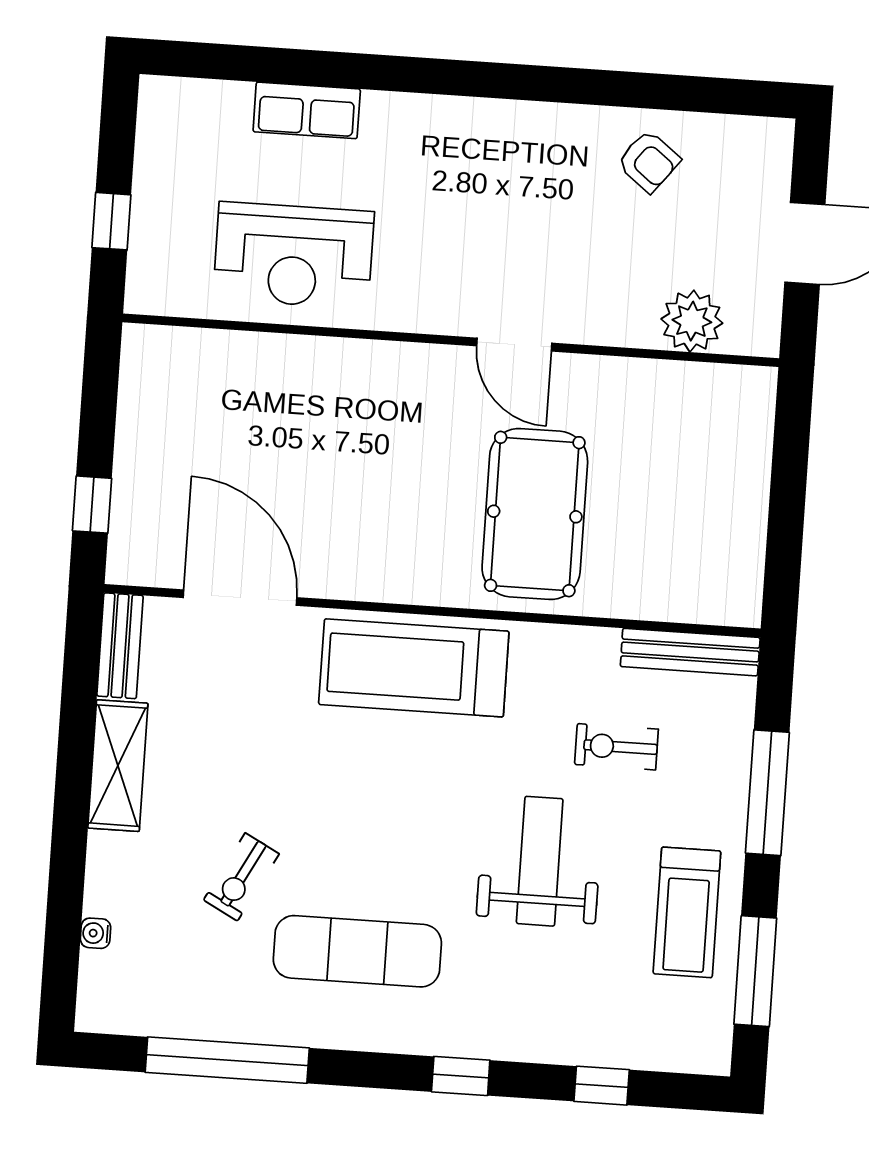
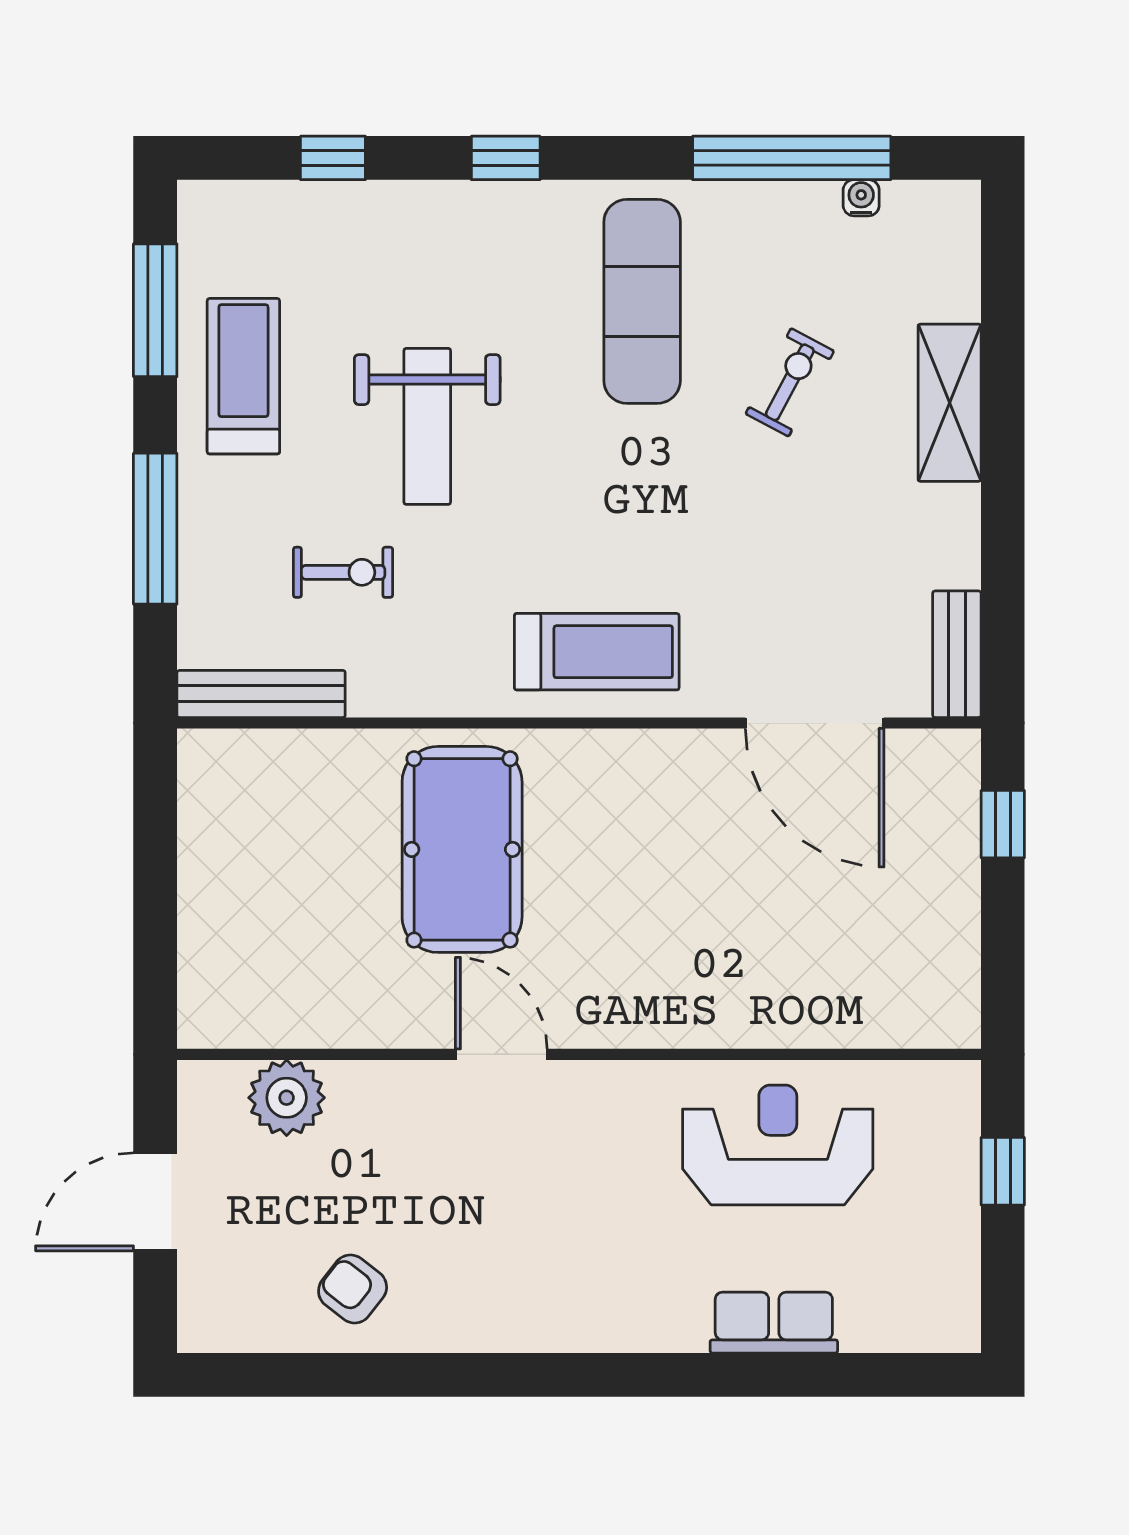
treadmill: (414, 668) -> (597, 652), width x0.73, depth x0.73
shelving: (118, 766) -> (950, 403), moved
water cooler: (95, 933) -> (861, 198), moved, turned -90
exercise mat: (357, 951) -> (642, 301), turned 90

